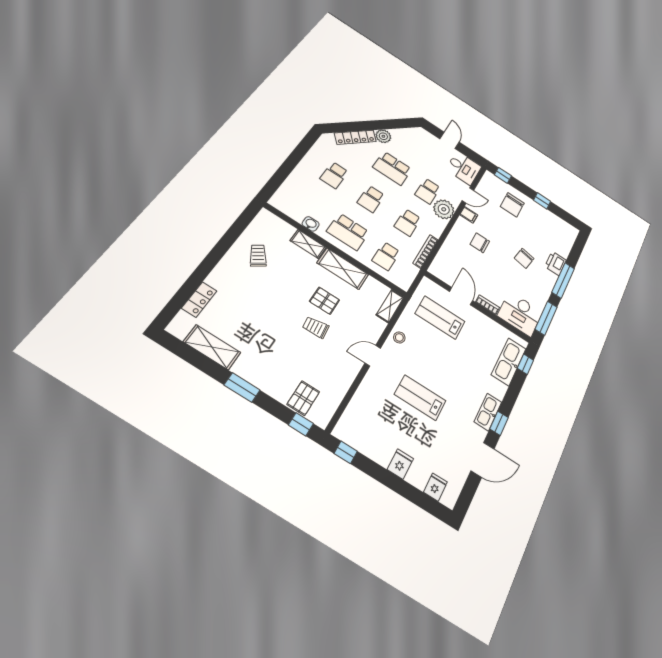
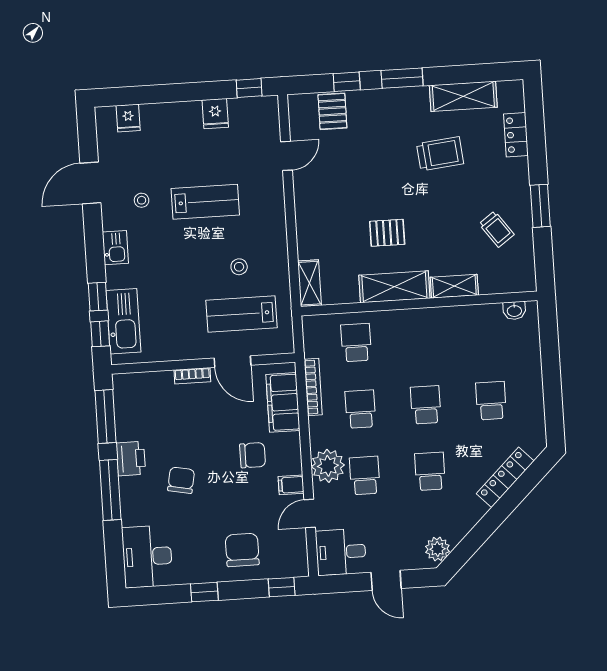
plant: (383, 136) -> (437, 549), moved
school desk: (392, 168) -> (430, 471), width x0.54
washbasin: (311, 224) -> (514, 311), moved
school desk: (348, 232) -> (421, 338), removed
window: (221, 249) -> (540, 206), added
filing cabinet: (447, 256) -> (283, 402), added
printer: (556, 263) -> (131, 459), moved
desk: (520, 314) -> (147, 556), moved, turned -90
lab bench: (440, 318) -> (241, 314), turned 180
trolley: (316, 327) -> (440, 154), moved, width x1.36, depth x1.39
stool: (399, 337) -> (239, 267), moved
door: (373, 356) -> (287, 156), moved
kitchen sink: (488, 412) -> (115, 248), width x0.73
window: (499, 423) -> (98, 297), moved
window: (301, 424) -> (347, 82), moved
stool: (458, 426) -> (142, 200), added
fridge: (400, 464) -> (215, 114), moved

